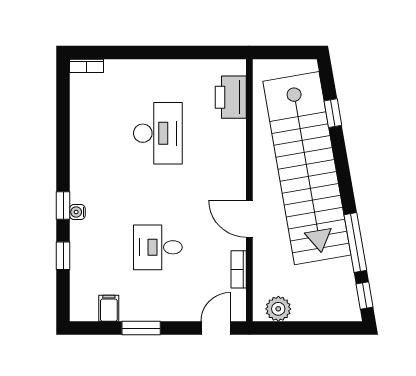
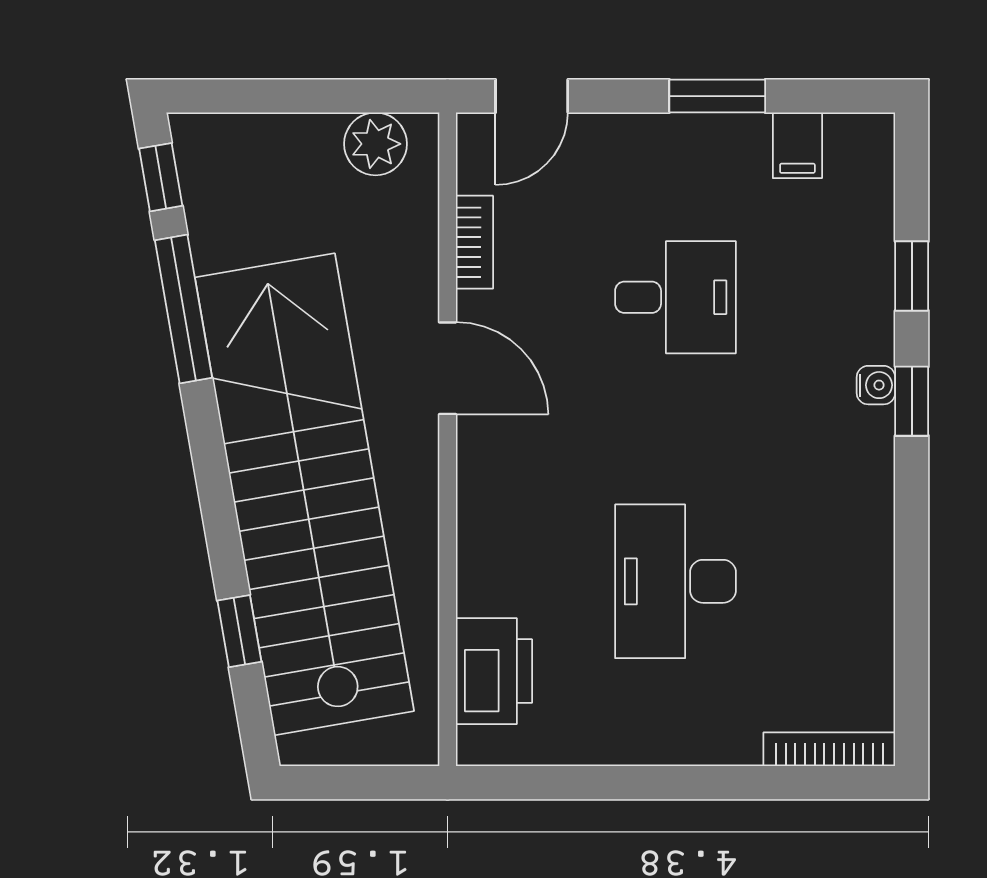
bookcase: (87, 66) -> (829, 749), width x1.56

